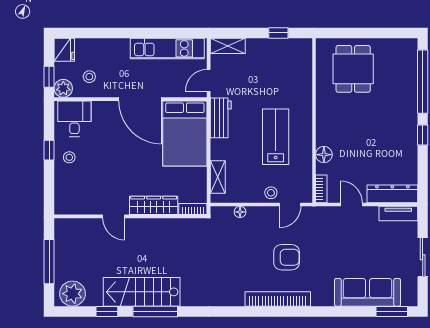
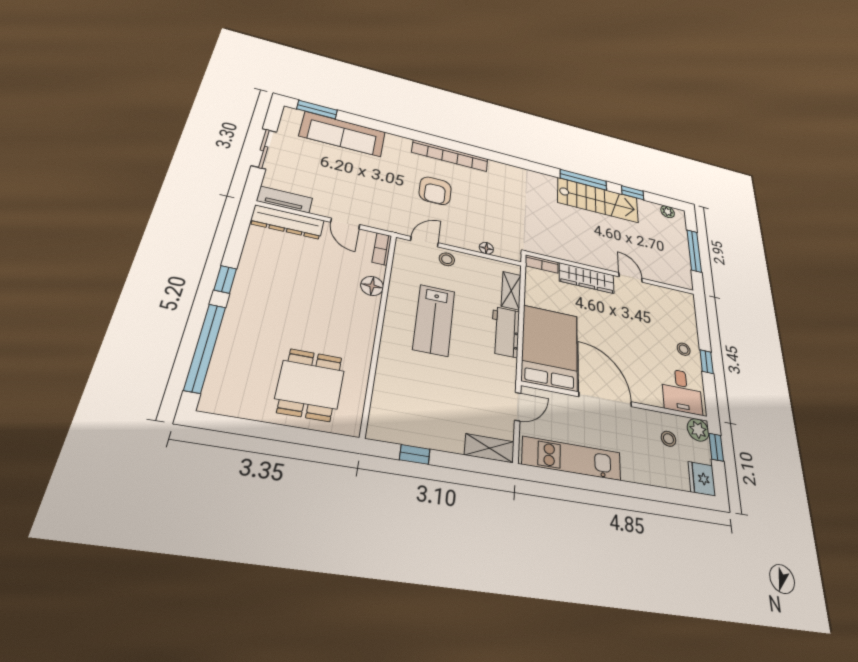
workbench: (221, 118) -> (505, 332), moved
armchair: (287, 257) -> (435, 191), turned -90
plant: (72, 294) -> (668, 212), width x0.53, depth x0.53

